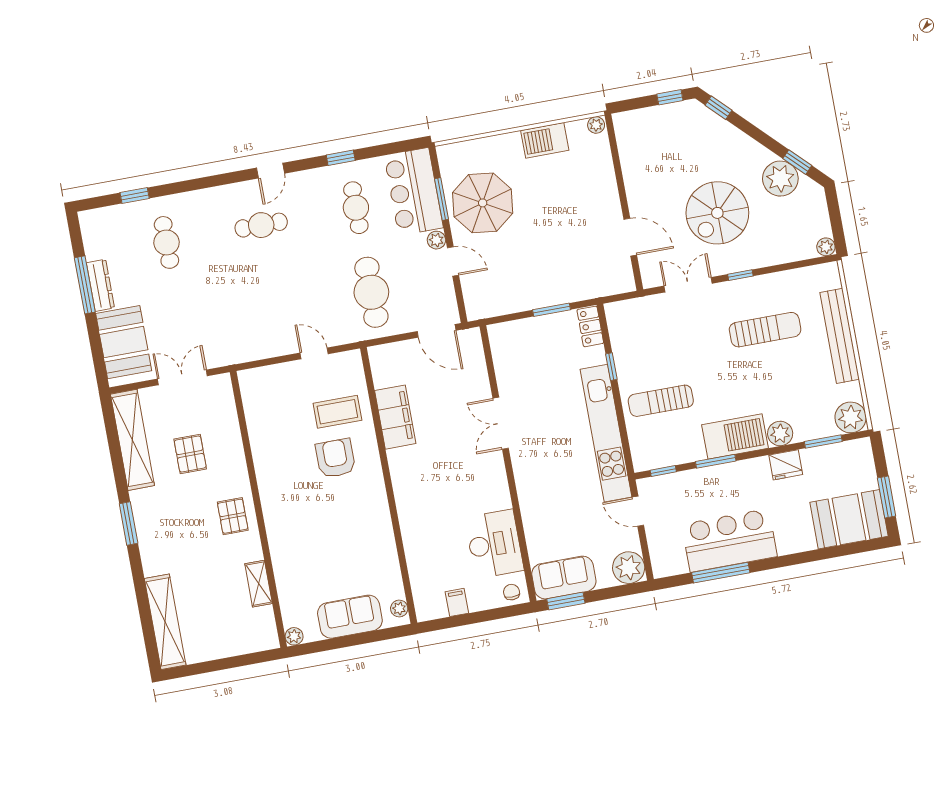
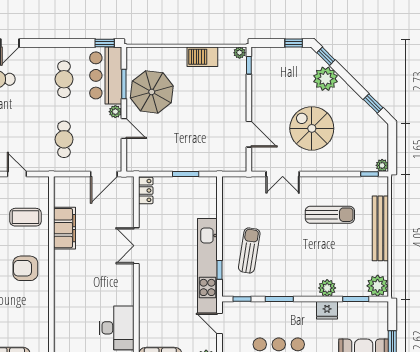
window: (612, 140) -> (249, 65), added
window: (341, 158) -> (105, 43), moved
plant: (780, 179) -> (325, 79), moved
spiral stairs: (717, 213) -> (312, 128), turned 90
window: (740, 275) -> (370, 174), moved
double door: (688, 285) -> (283, 174), swing flipped
cafe table: (371, 292) -> (64, 139), width x0.73, depth x0.74
locker: (590, 326) -> (146, 190), moved, turned 180
door: (437, 331) -> (104, 174), hinge flipped
window: (611, 367) -> (220, 270), moved
sun lounger: (661, 401) -> (249, 250), turned 99
barbecue: (735, 436) -> (296, 284), removed
armchair: (336, 458) -> (25, 268), moved, turned -90

